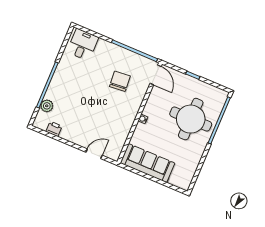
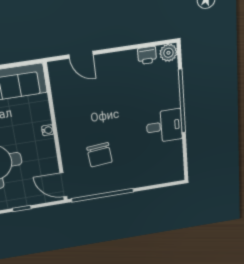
desk: (83, 45) -> (164, 126), moved, turned -90
plant: (47, 106) -> (168, 53), moved
door: (94, 154) -> (81, 55), hinge flipped

